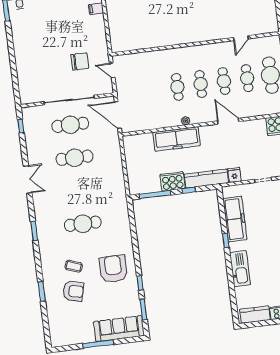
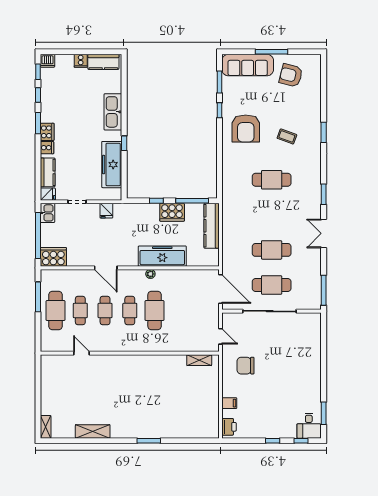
door: (241, 38) -> (82, 353), hinge flipped
shelving: (130, 46) -> (199, 360), added
chair: (80, 61) -> (246, 366), moved
cafe table: (177, 87) -> (155, 311), width x1.37, depth x1.35
window: (21, 126) -> (324, 290), width x2.17
kitchen counter: (206, 179) -> (212, 226), moved, turned 90
window: (34, 231) -> (324, 194), moved
window: (42, 291) -> (324, 132), moved
armchair: (73, 291) -> (291, 75), moved

